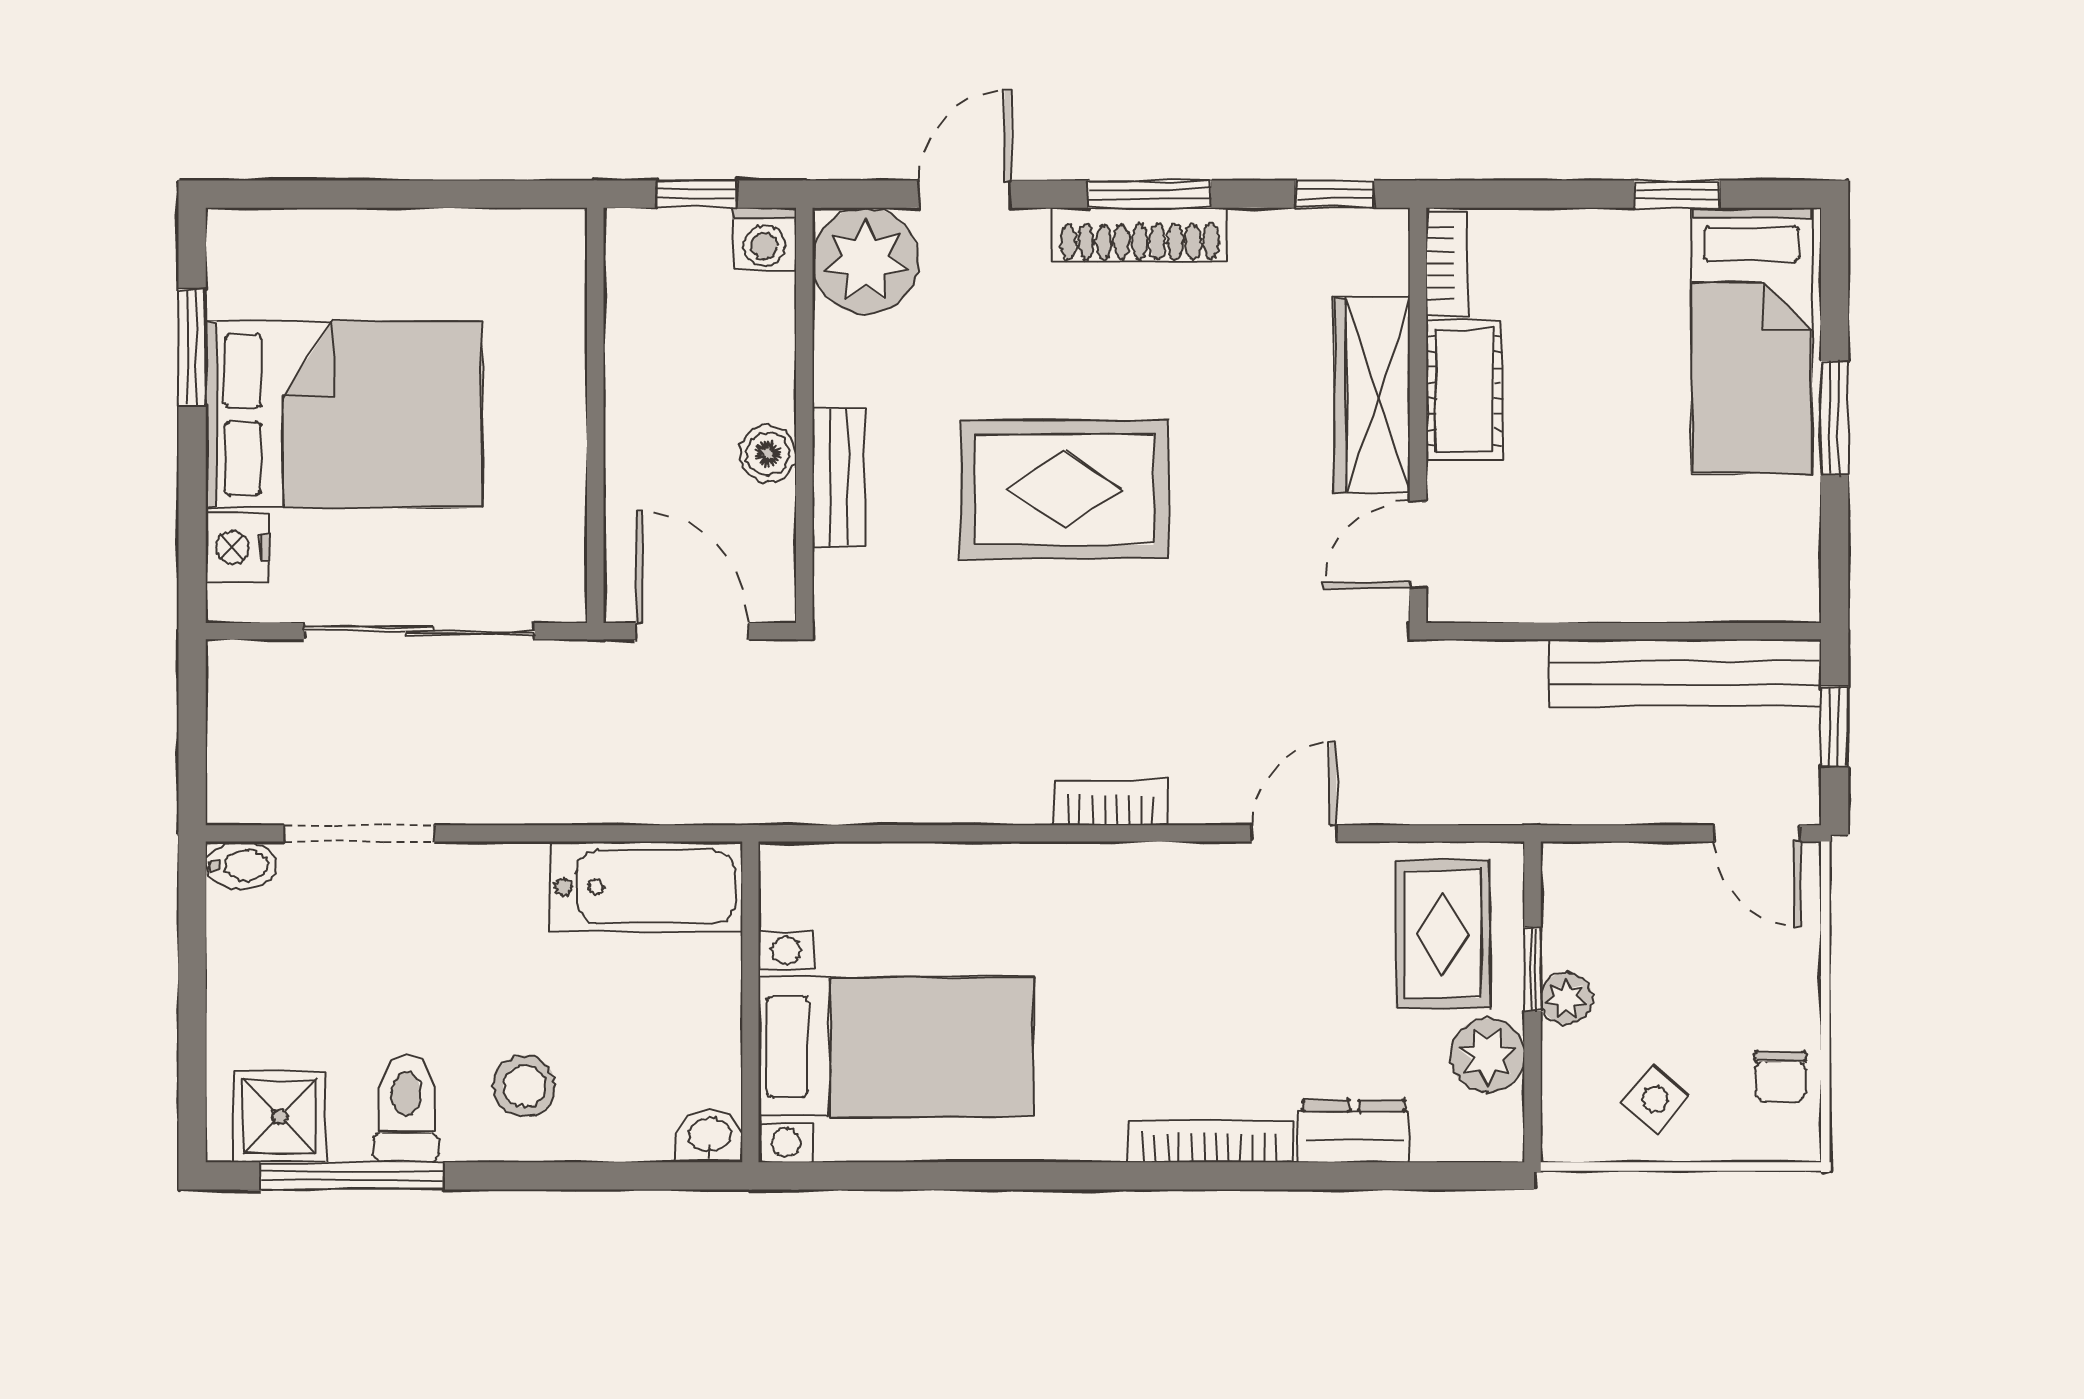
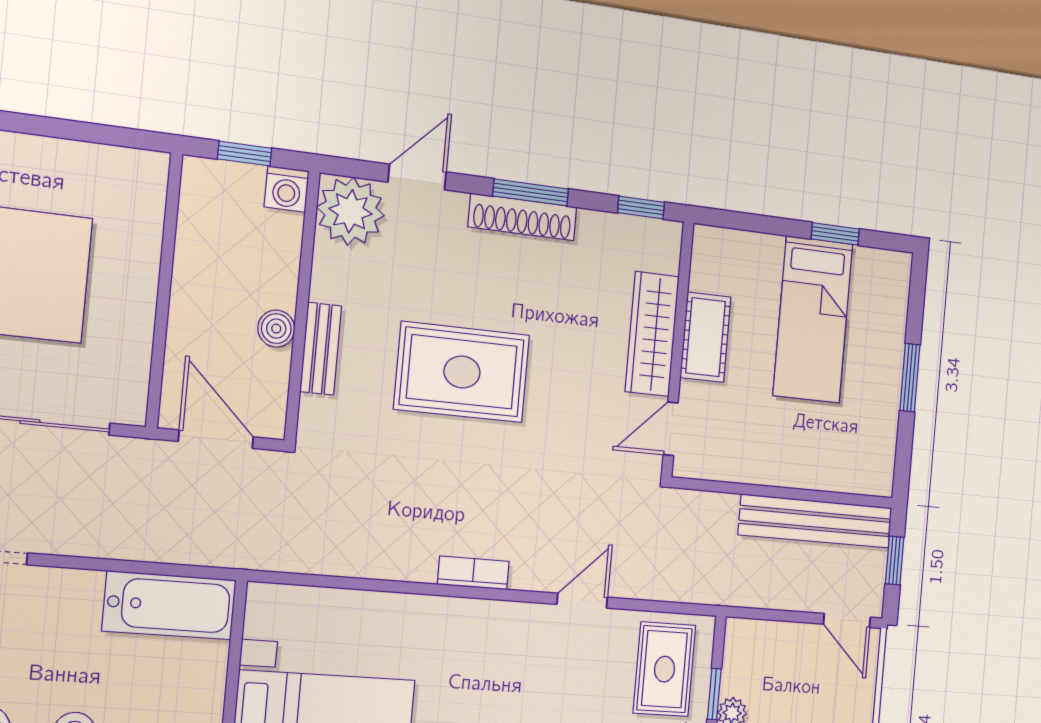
bookcase: (1447, 263) -> (702, 258), removed
bed: (1752, 340) -> (813, 320), moved

